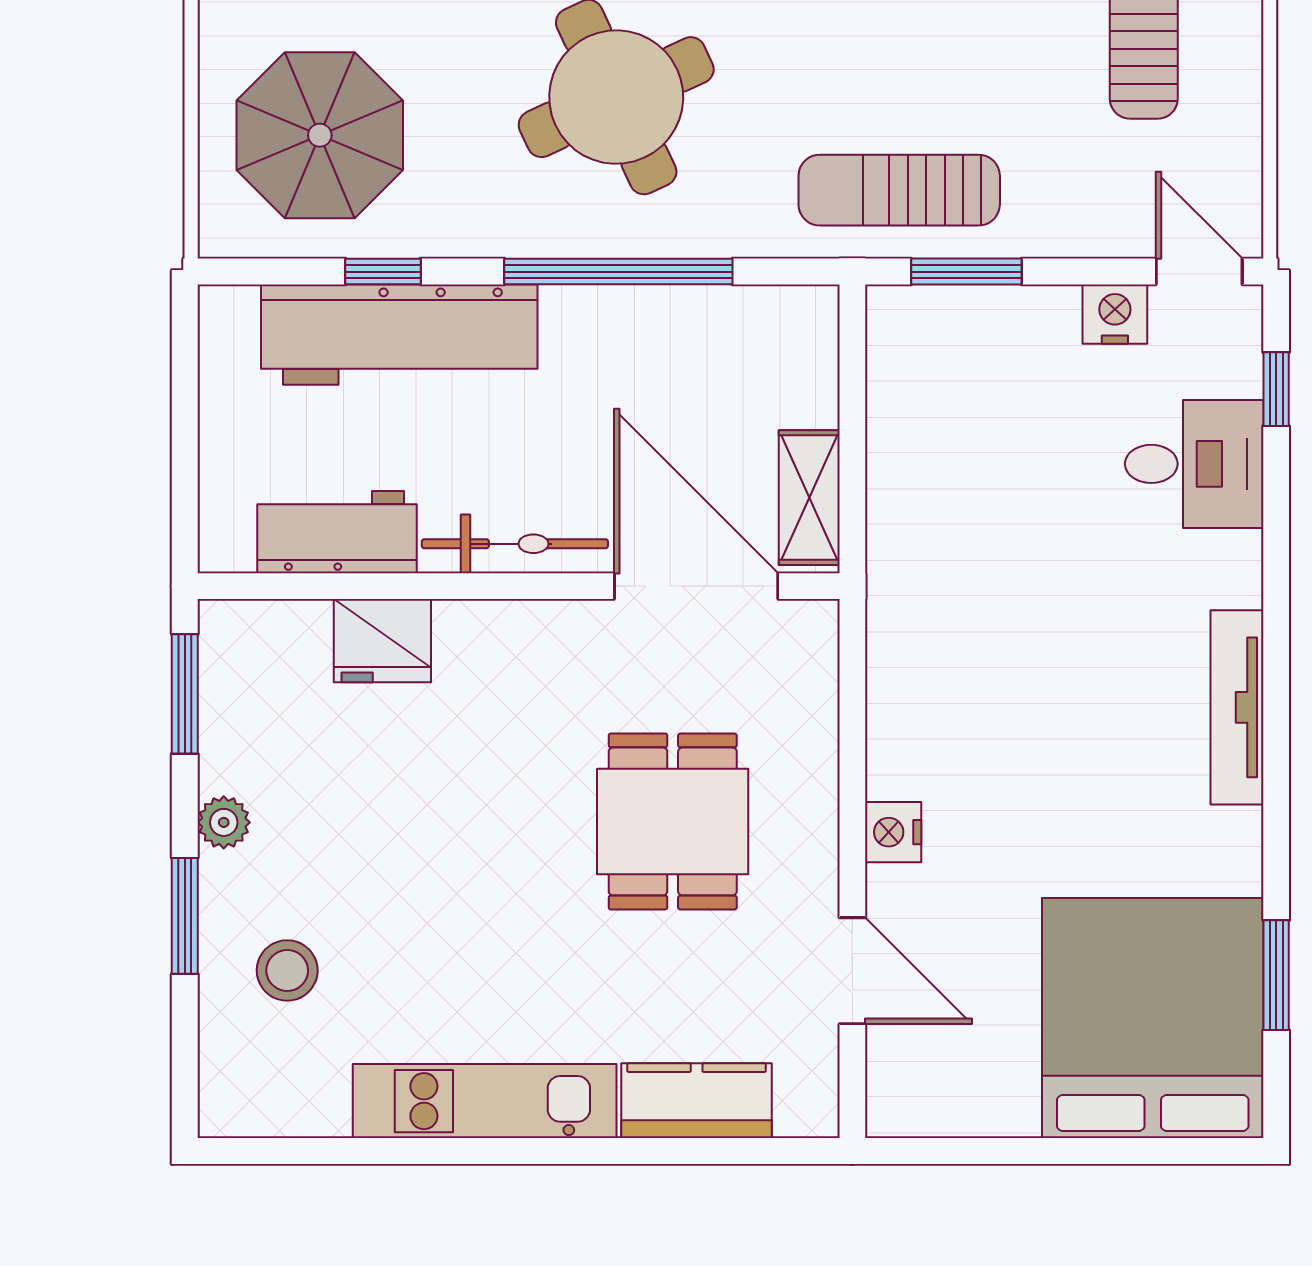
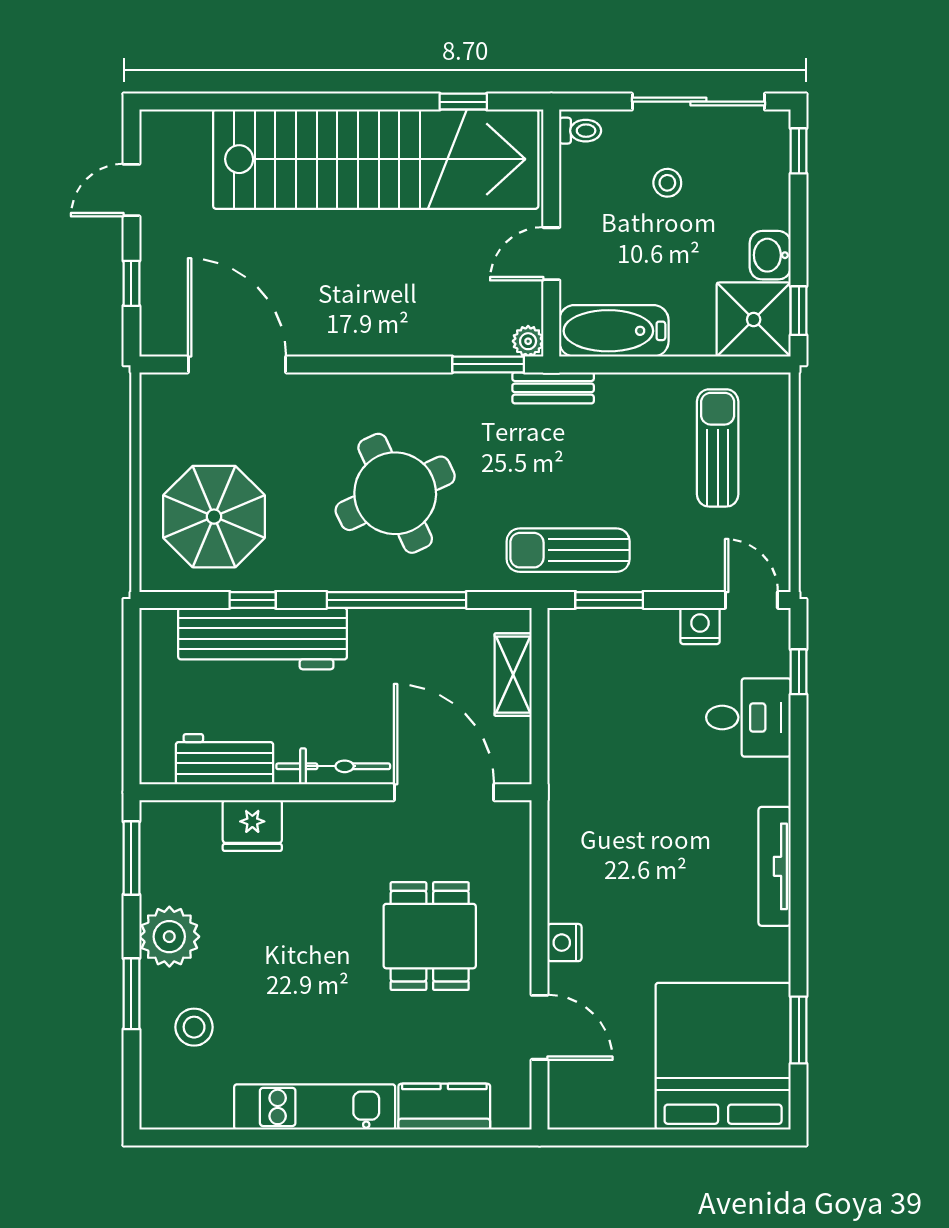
shelving: (809, 498) -> (513, 675), moved
plant: (224, 822) -> (169, 937), width x1.88, depth x1.88

